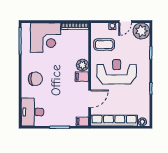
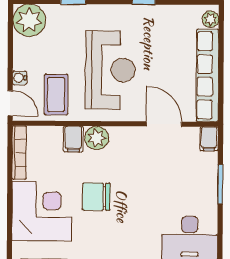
door: (125, 22) -> (10, 103), moved
reception desk: (117, 72) -> (110, 70), turned 180
filing cabinet: (82, 77) -> (73, 139), moved
chair: (35, 79) -> (96, 197), moved, turned -90

